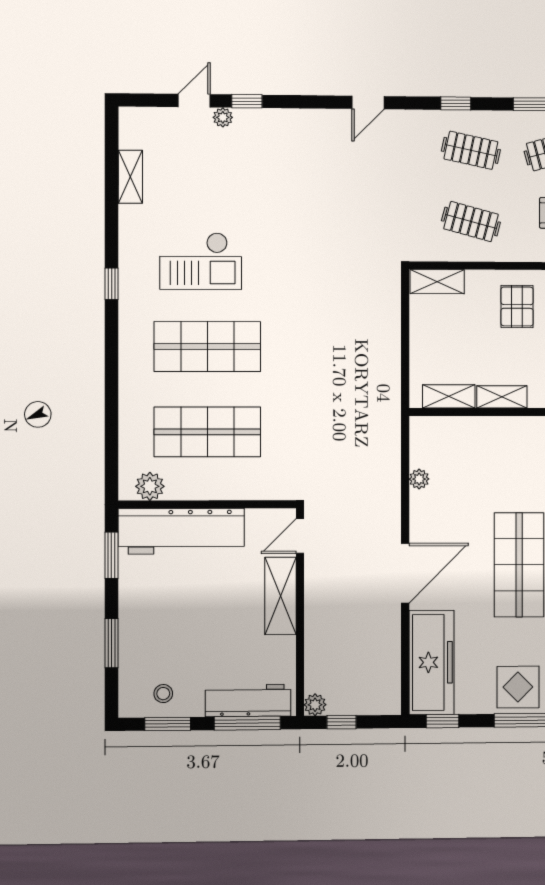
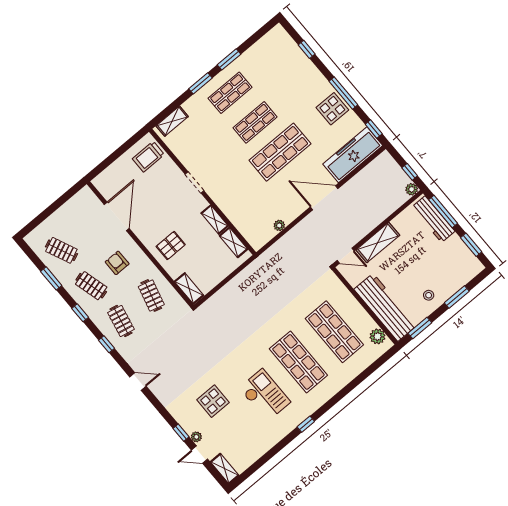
shelving: (130, 177) -> (225, 469), moved, turned 90
display table: (253, 182) -> (213, 401), added
stool: (163, 694) -> (429, 295), moved

